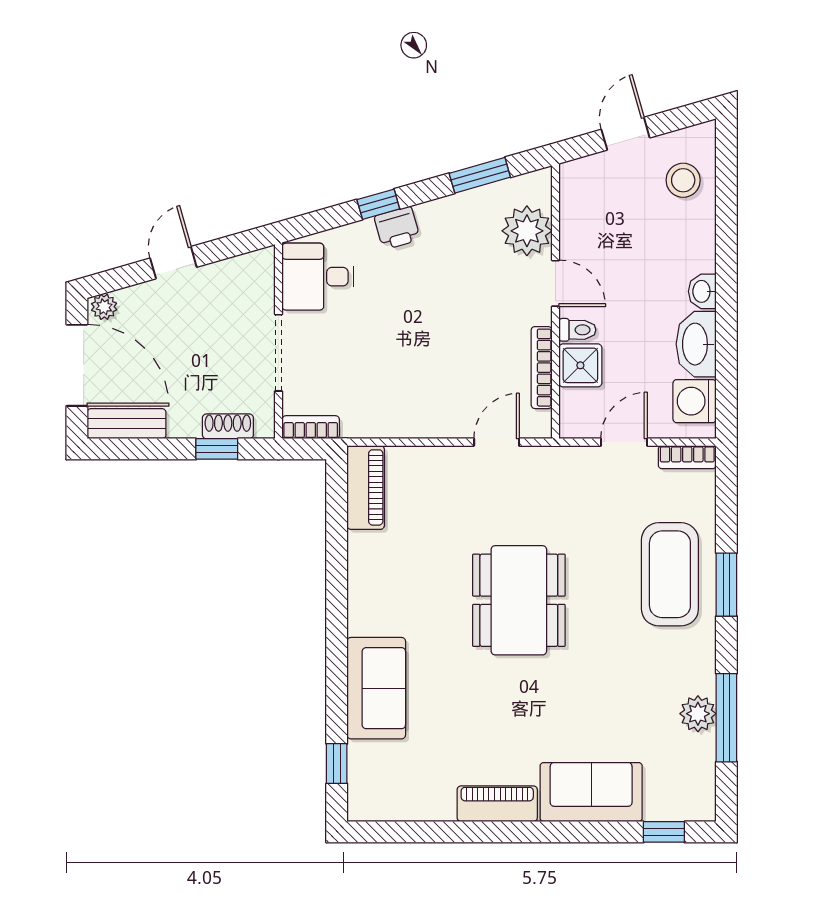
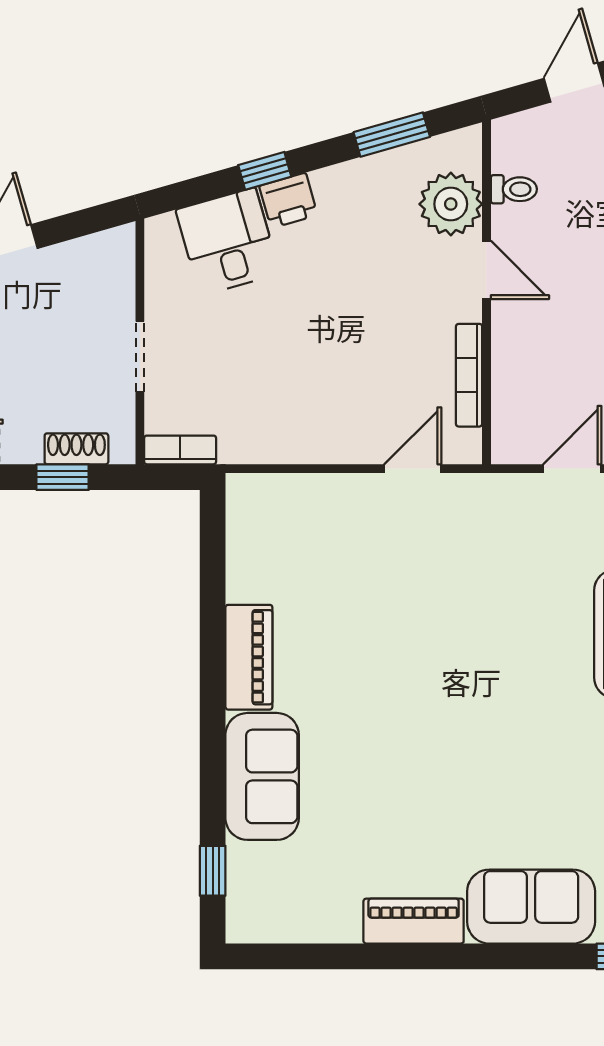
desk: (318, 277) -> (228, 242), moved, turned 74
toilet: (577, 330) -> (514, 189), moved
doorway: (279, 353) -> (140, 357), width x0.73
shower: (580, 365) -> (518, 372), removed
piano: (366, 487) -> (249, 657), moved
dining table: (519, 600) -> (441, 666), removed

